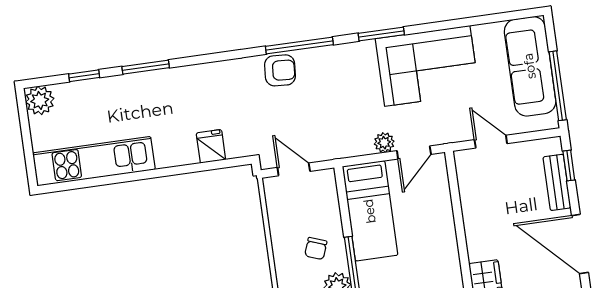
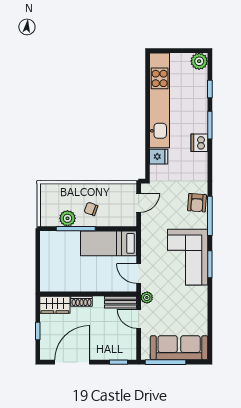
corner sofa: (427, 66) -> (188, 257), moved
dishwasher: (178, 81) -> (199, 143), added
door: (491, 142) -> (139, 319), swing flipped
plant: (384, 143) -> (147, 298), moved
kitchen unit: (94, 161) -> (160, 100), width x1.36
bench: (557, 182) -> (121, 302), moved
shoe rack: (474, 243) -> (82, 301), added

